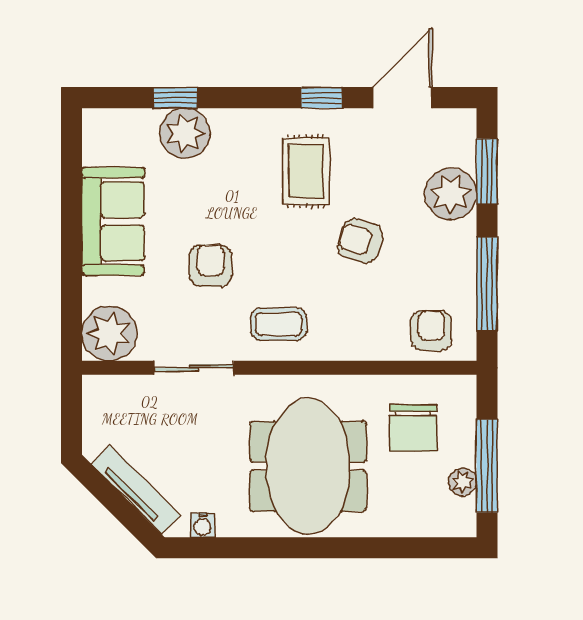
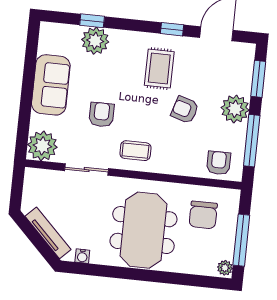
plant: (451, 194) -> (235, 109), moved
plant: (463, 482) -> (225, 268), moved

